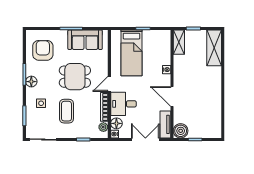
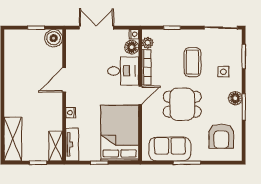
bed: (131, 53) -> (120, 133), width x1.50
door: (172, 97) -> (64, 80), swing flipped
tv unit: (165, 124) -> (72, 144), moved
double door: (145, 139) -> (96, 28), swing flipped

